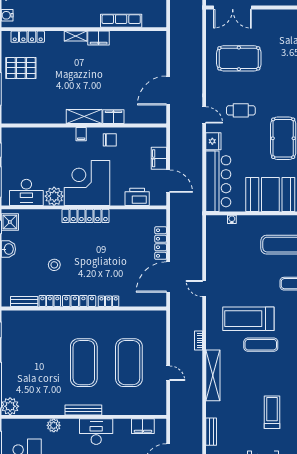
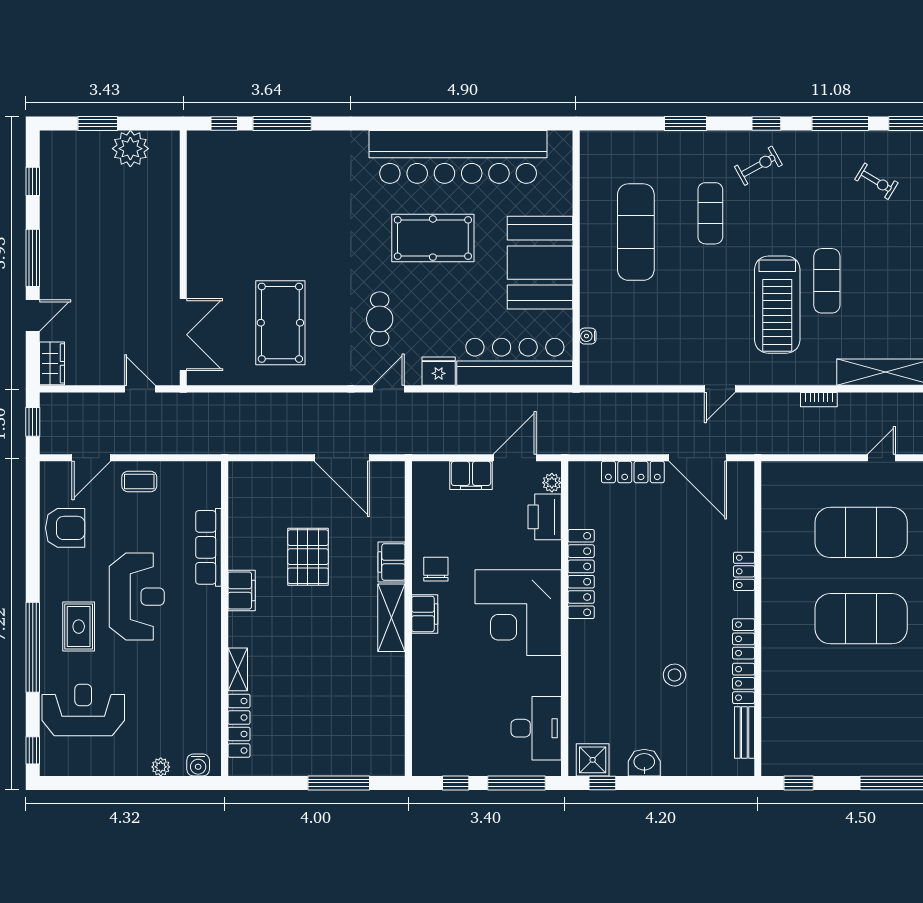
shelving: (76, 36) -> (238, 669), moved
pallet: (21, 68) -> (308, 557), moved
filing cabinet: (81, 134) -> (425, 614), width x2.00
plant: (54, 196) -> (552, 483), moved, width x0.53, depth x0.53
locker: (85, 216) -> (581, 574), moved
locker: (79, 301) -> (743, 639), width x0.66

